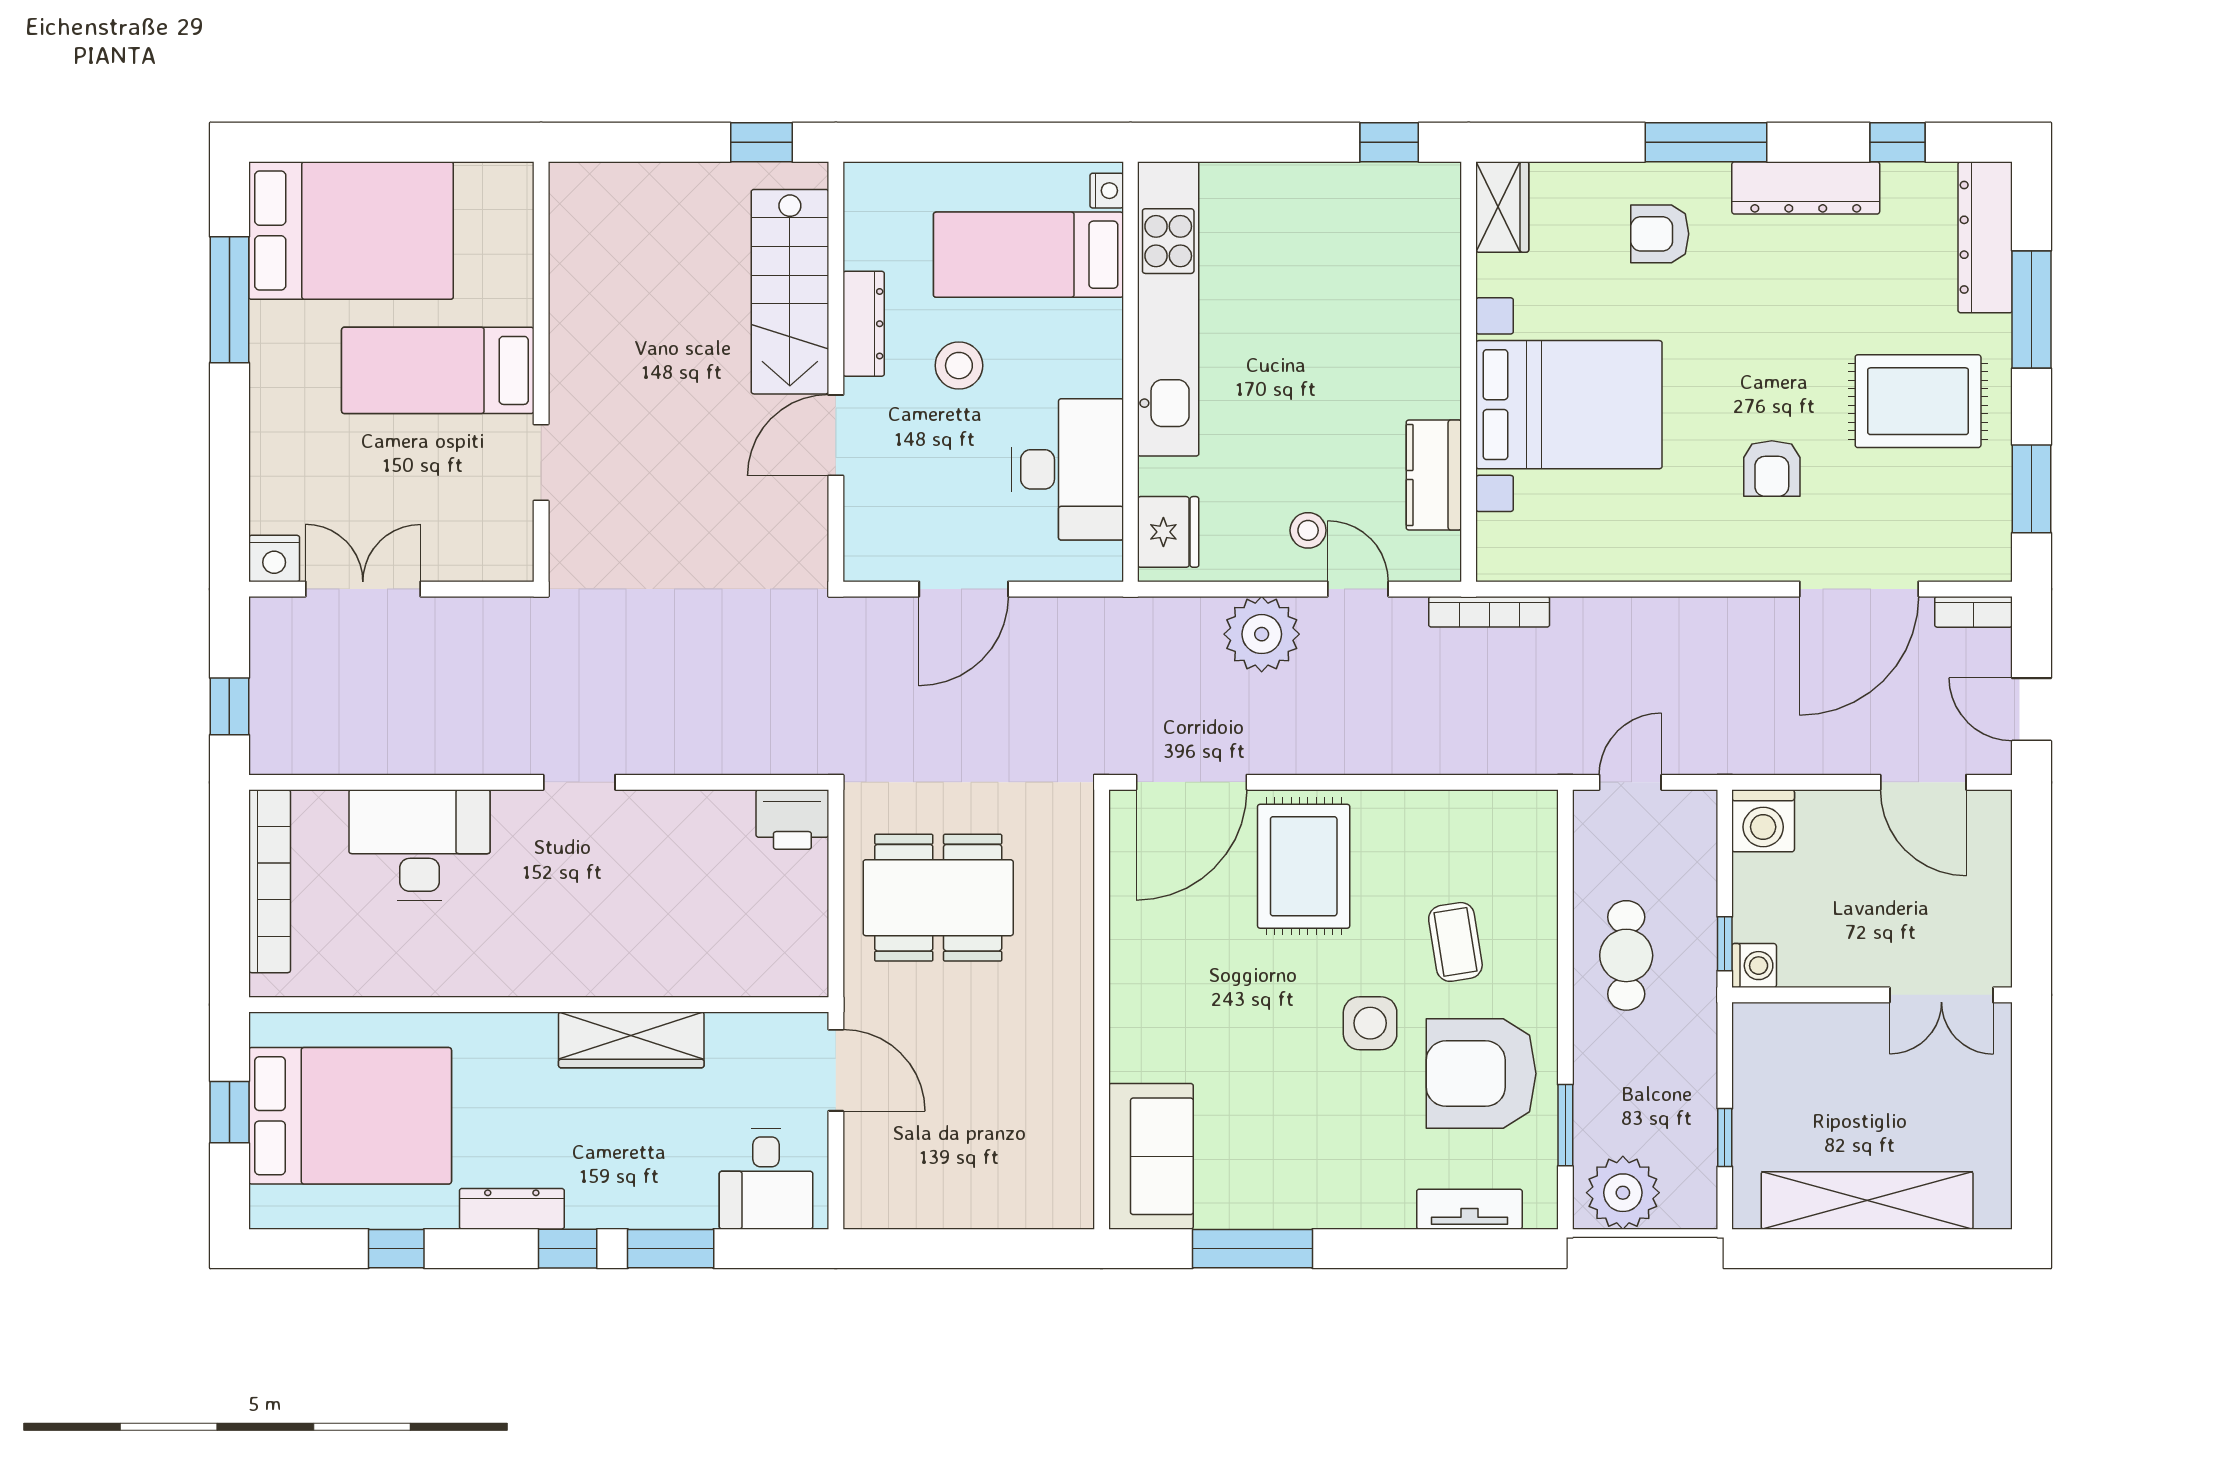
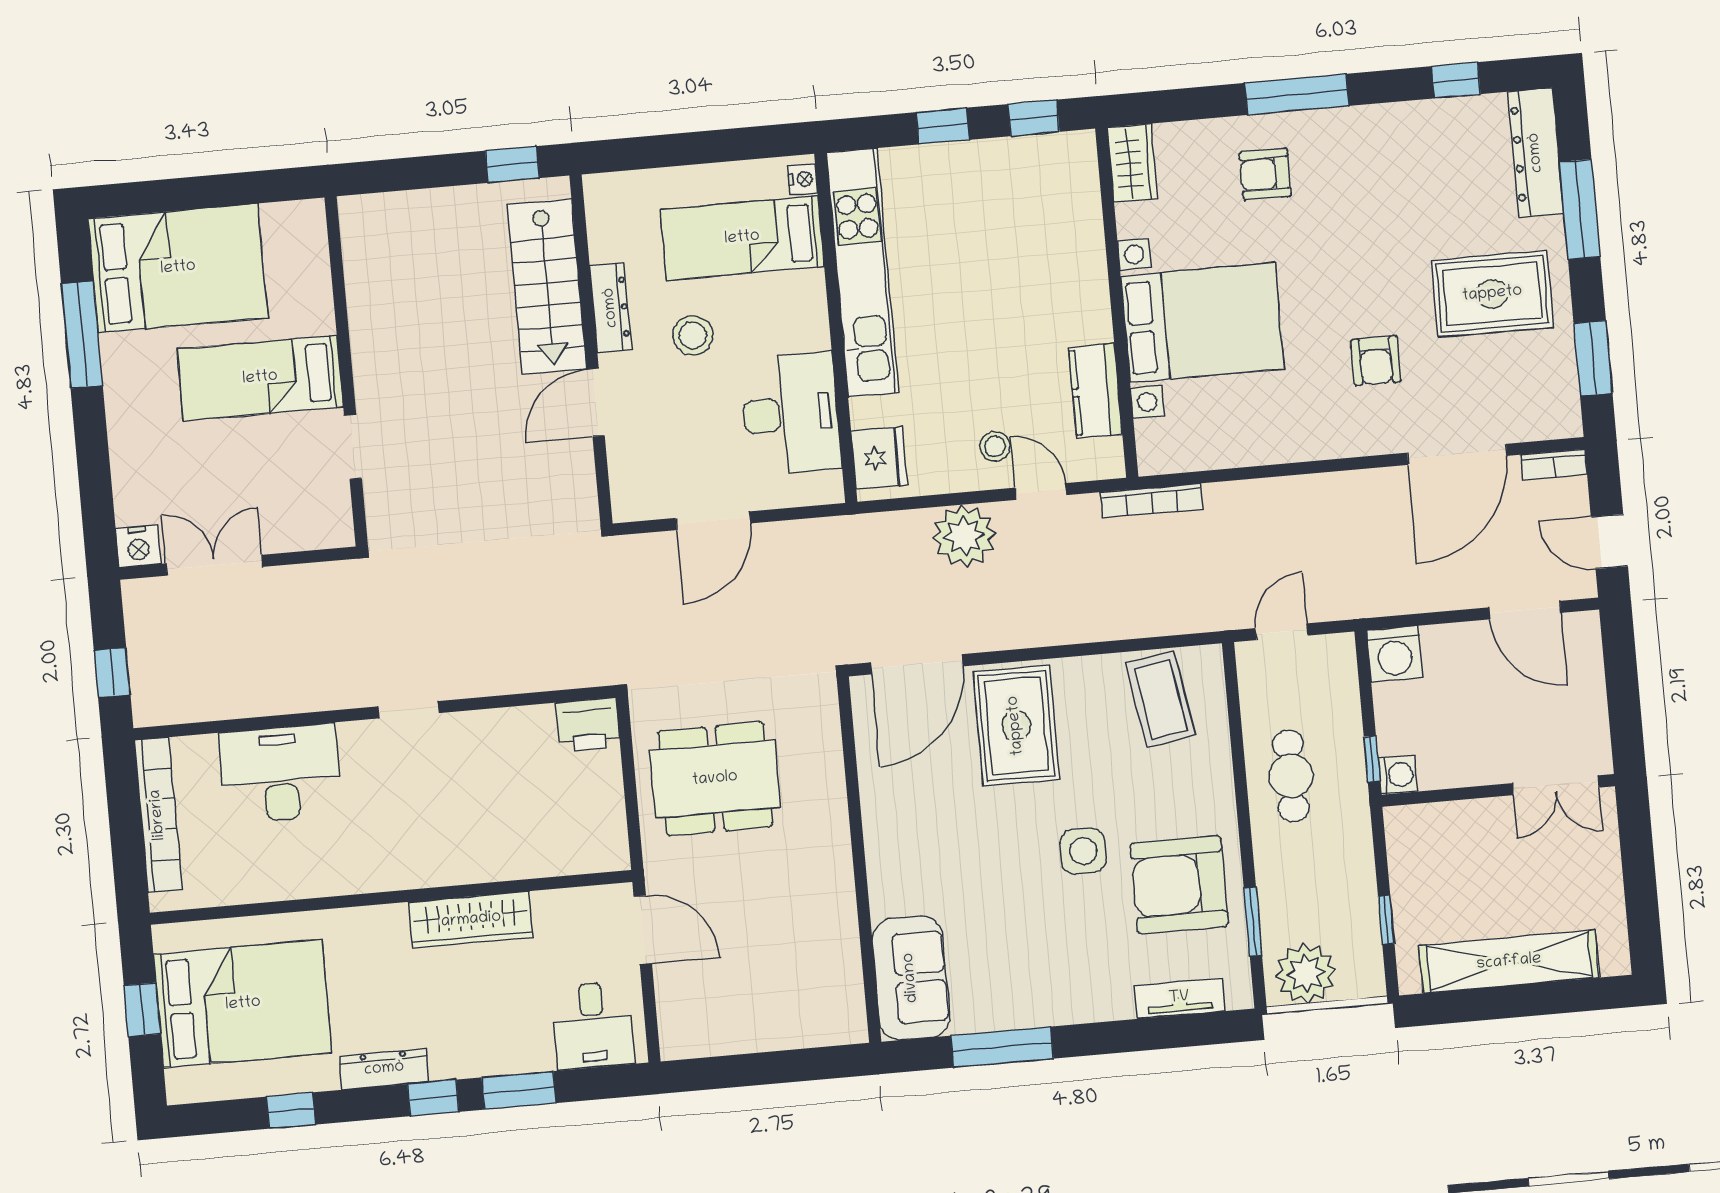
window: (1280, 142) -> (943, 126), added
dresser: (1806, 188) -> (1383, 125), removed
coffee table: (1455, 942) -> (1161, 699), moved, width x1.36, depth x1.30

